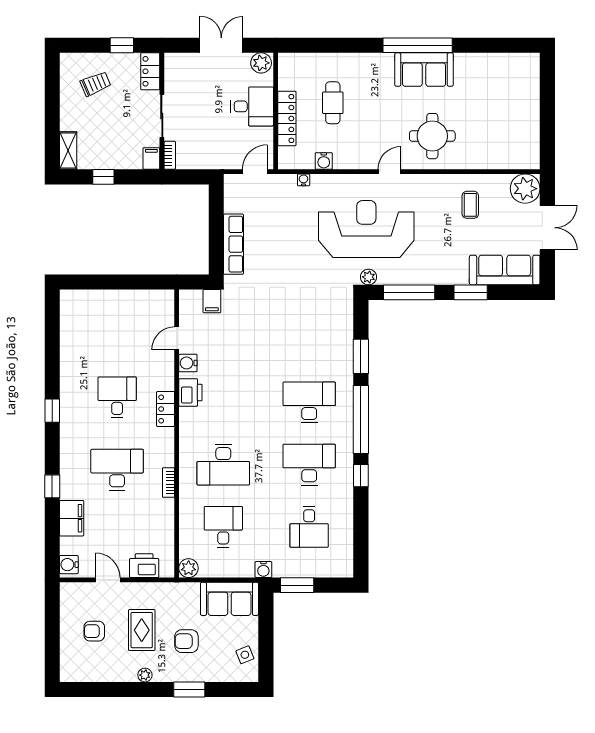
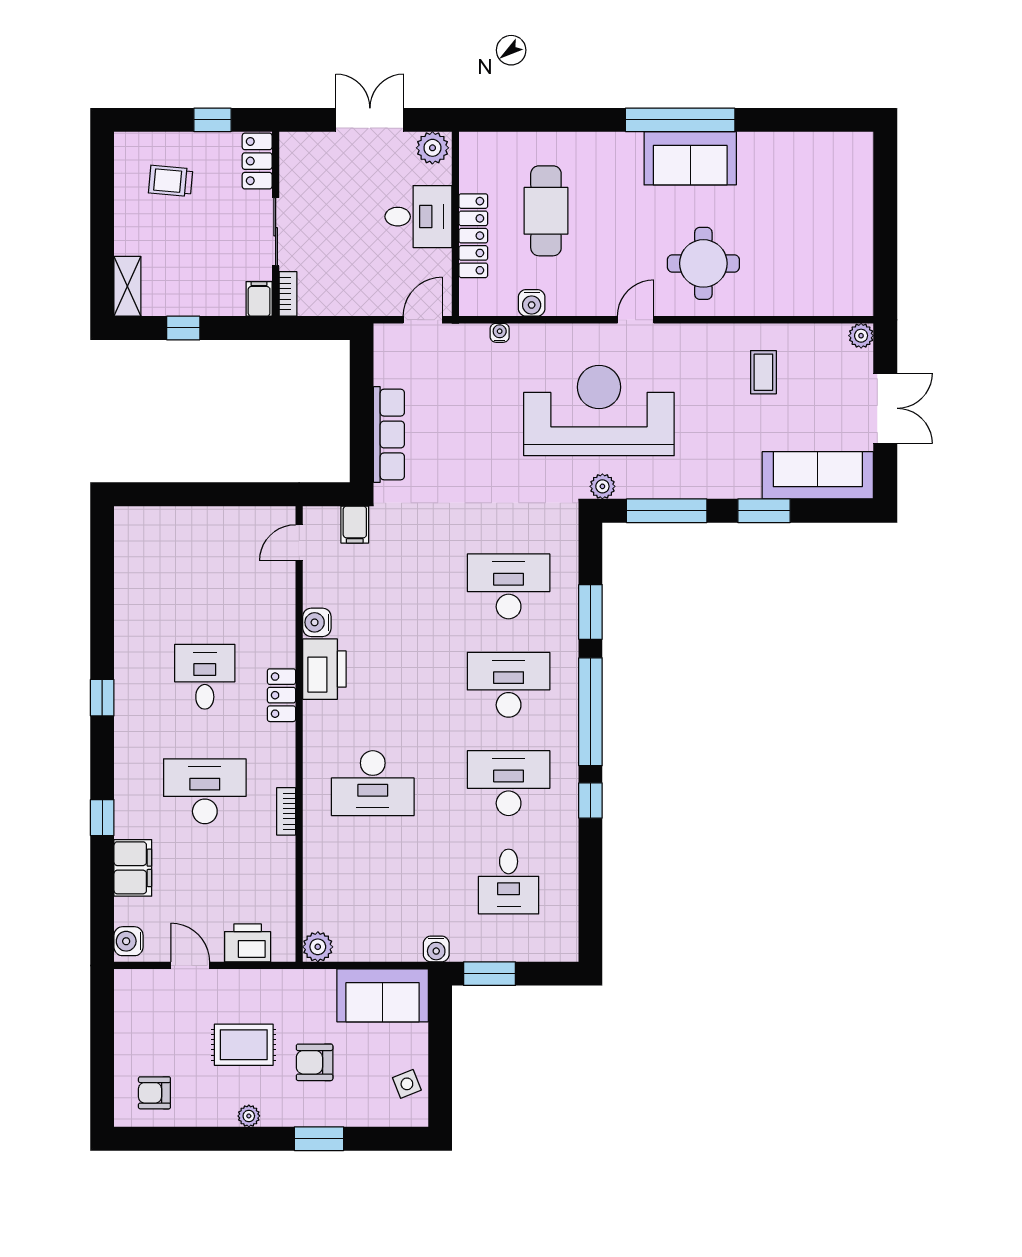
trolley: (95, 84) -> (171, 181), turned -152
cafe table: (333, 103) -> (546, 211), width x1.37, depth x1.35
plant: (525, 189) -> (861, 336), width x0.53, depth x0.53
door: (177, 338) -> (299, 543), moved
printer: (190, 393) -> (324, 669), width x1.37, depth x1.19
desk: (223, 527) -> (509, 586), moved, width x1.37
rug: (142, 630) -> (244, 1045), turned 90
armchair: (94, 631) -> (154, 1093), moved

